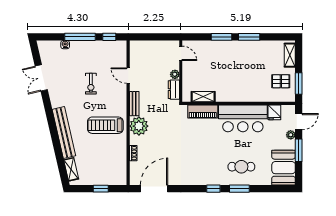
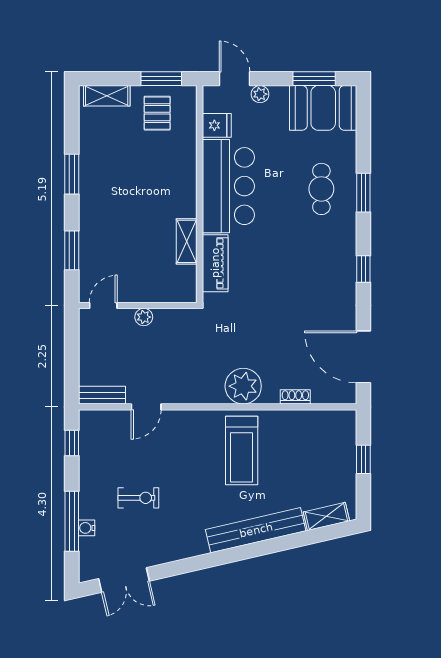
window: (80, 37) -> (72, 521), moved
window: (221, 37) -> (72, 250), moved
double door: (41, 78) -> (124, 580), moved
exercise bike: (91, 84) -> (138, 498), moved
dresser: (174, 90) -> (173, 319), removed
shelving: (203, 97) -> (187, 241), moved
bench: (134, 104) -> (102, 395), moved
window: (299, 150) -> (314, 79), moved
window: (213, 189) -> (363, 269), moved

